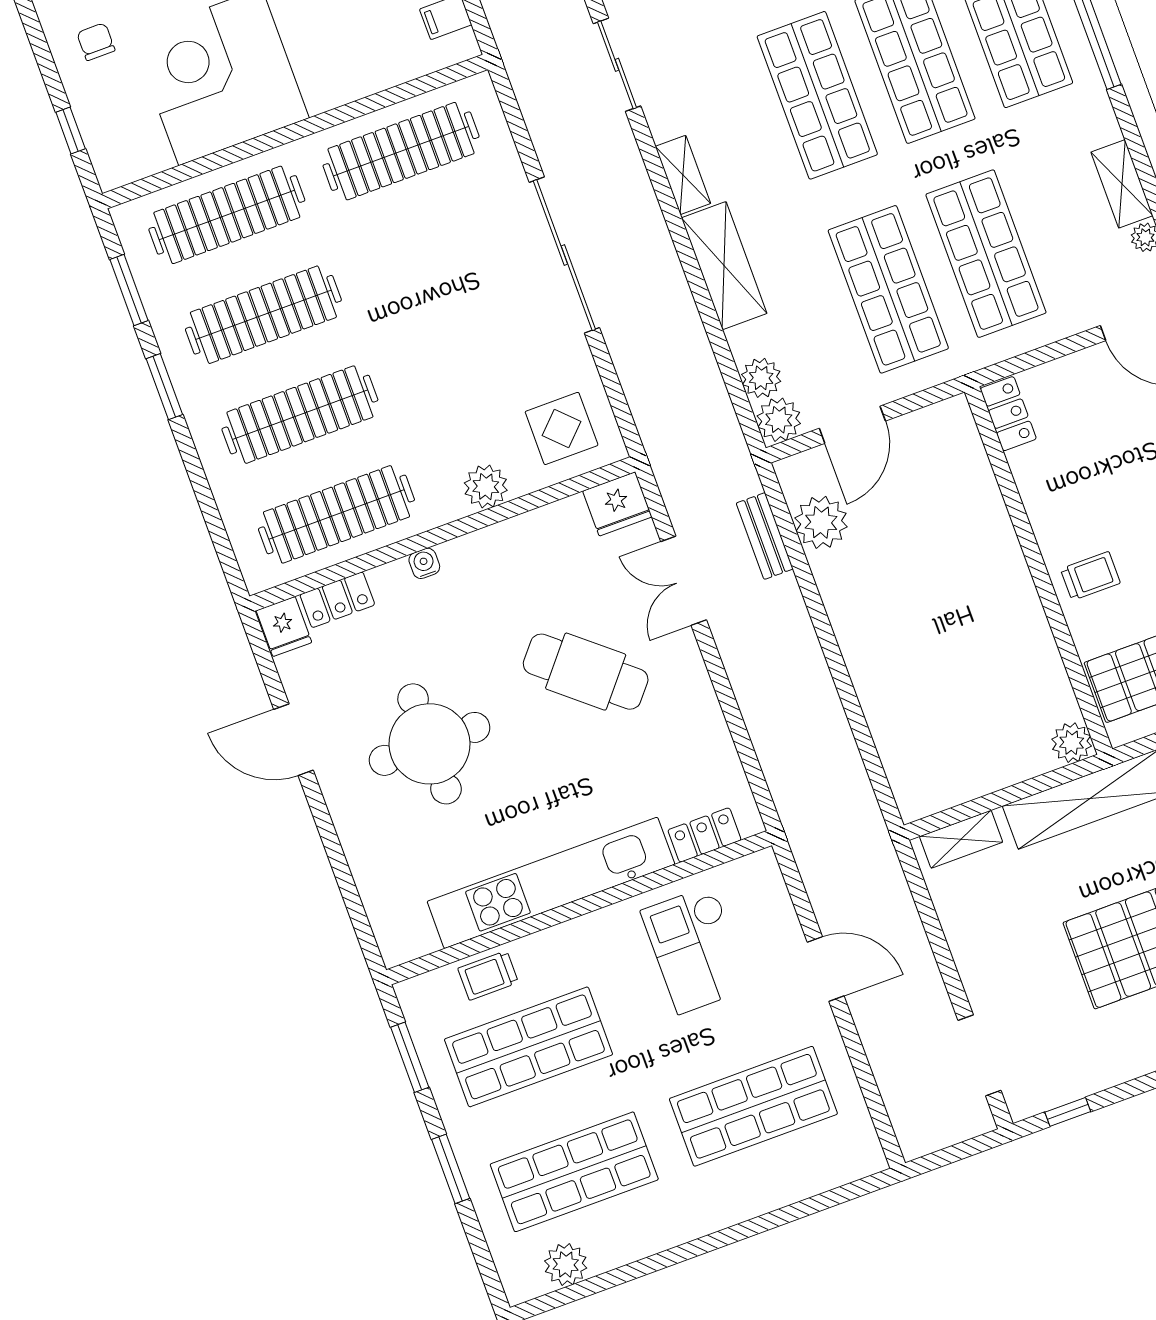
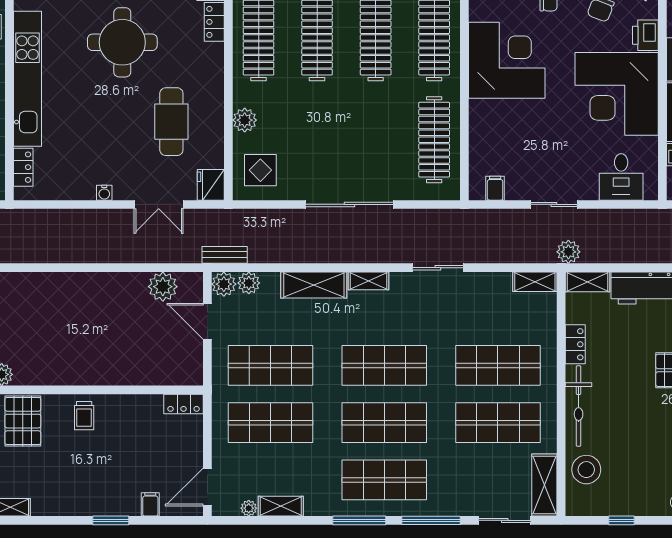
bench: (765, 536) -> (225, 255), moved
water cooler: (424, 563) -> (104, 193), moved, turned 90
double door: (684, 581) -> (159, 204), swing flipped
cafe table: (586, 672) -> (171, 122), moved, turned -40

